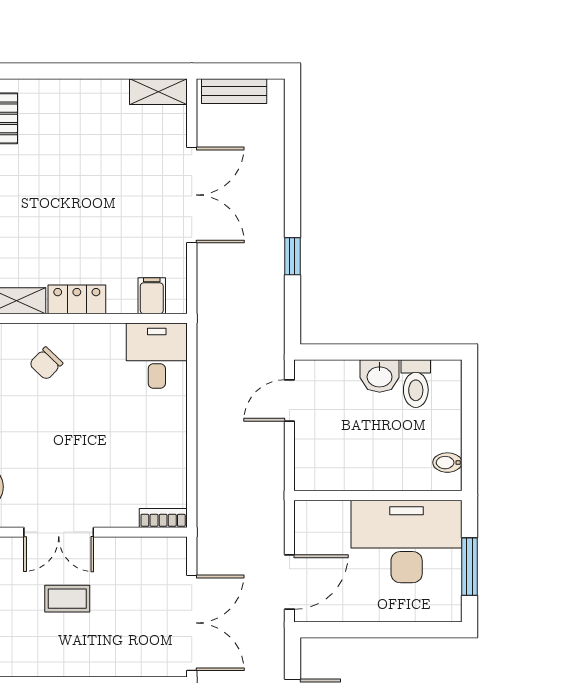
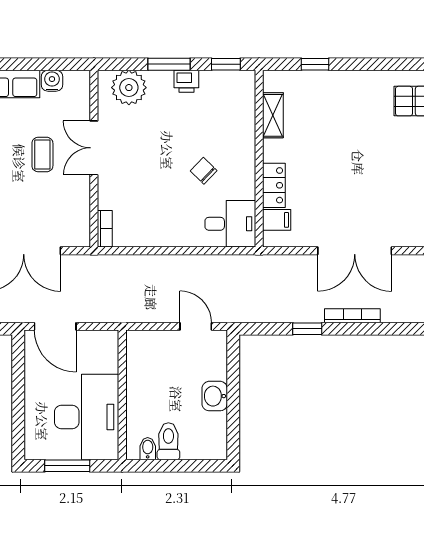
bookcase: (276, 198) -> (352, 316), added
locker: (77, 299) -> (274, 185), moved
chair: (46, 364) -> (204, 171), moved
toilet: (416, 384) -> (168, 441), moved, turned 90

